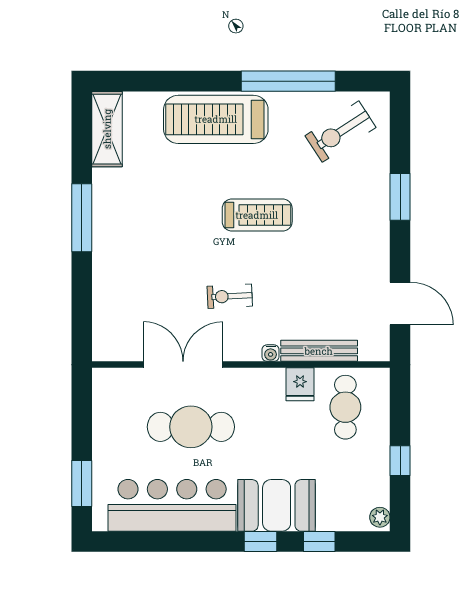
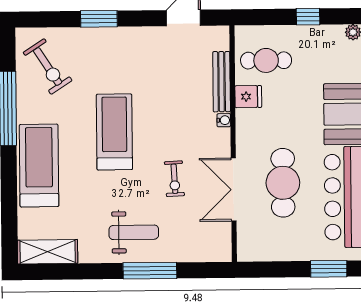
treadmill: (216, 119) -> (39, 165), turned 180
treadmill: (257, 215) -> (114, 132), width x1.37, depth x1.38
window: (82, 218) -> (150, 271), moved
weight bench: (130, 238) -> (134, 232), added
exercise bike: (230, 296) -> (174, 179), moved

